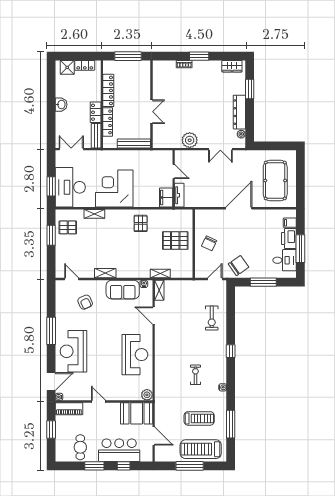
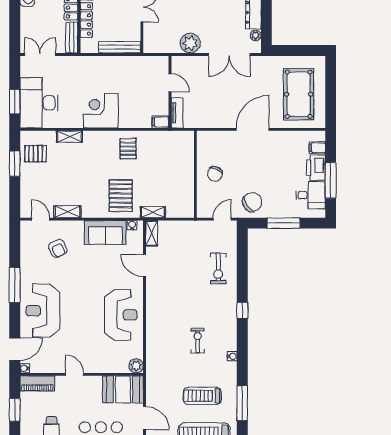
double door: (220, 149) -> (229, 54), width x1.37
corner desk: (114, 189) -> (101, 111), width x0.74, depth x0.74
filing cabinet: (166, 198) -> (160, 122), width x0.50
pallet: (175, 241) -> (121, 196), moved, turned 90
shelving: (105, 273) -> (67, 212), moved
treadmill: (199, 418) -> (202, 396), turned 180

